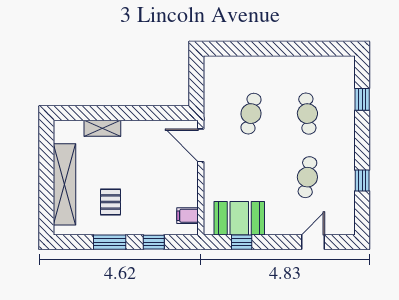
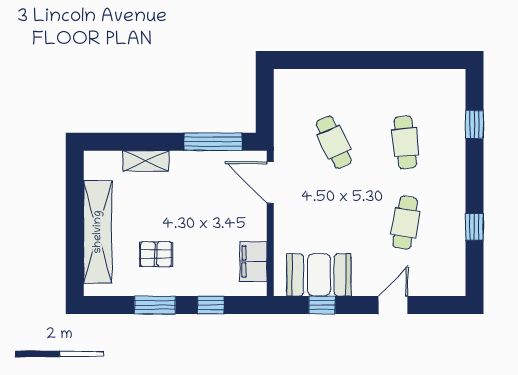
window: (156, 113) -> (213, 142), added
cafe table: (251, 114) -> (334, 142), turned -36
pallet: (111, 202) -> (156, 254), turned 90
filing cabinet: (187, 216) -> (253, 261), width x2.00
door: (313, 242) -> (393, 305), moved

